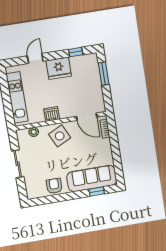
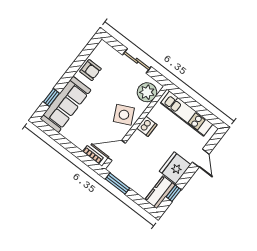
kitchen counter: (84, 61) -> (160, 192), added
window: (104, 74) -> (118, 184), moved
plant: (34, 132) -> (147, 92), width x1.88, depth x1.88

